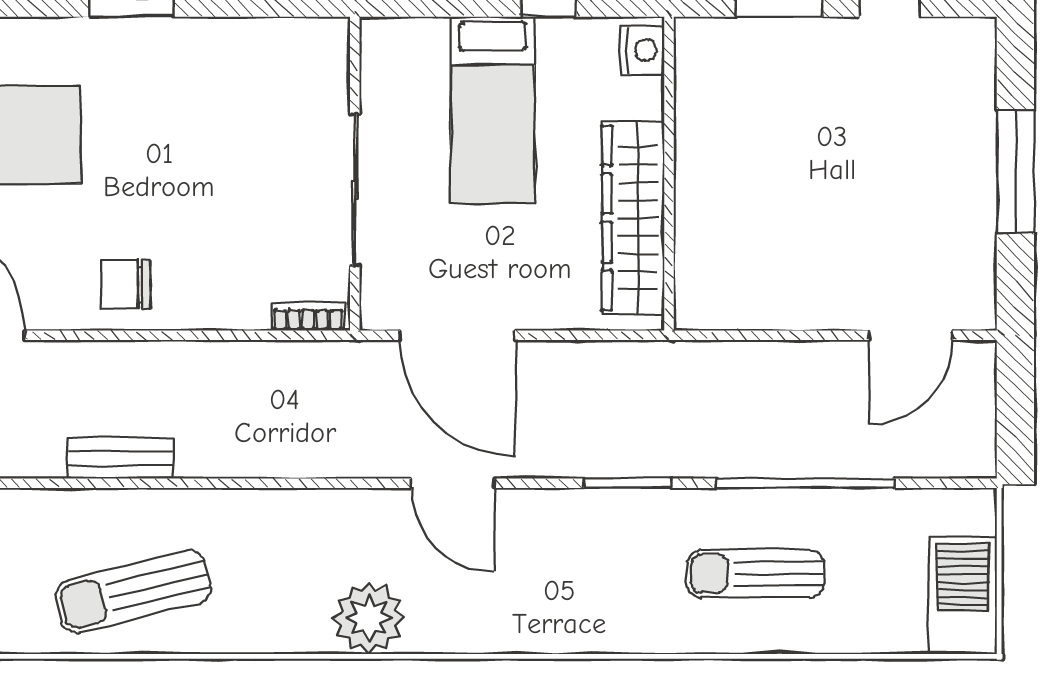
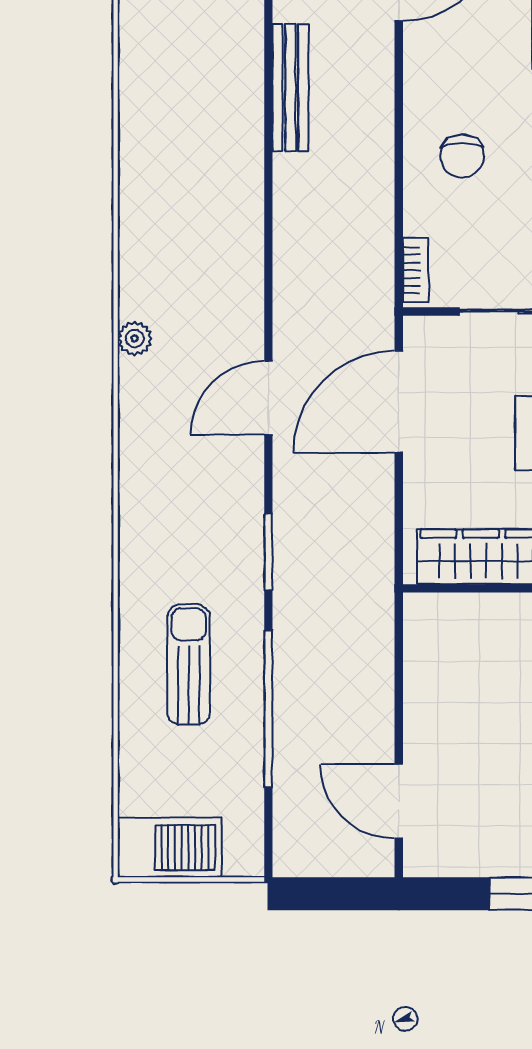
chair: (126, 284) -> (462, 156), moved, turned 180
bench: (120, 458) -> (290, 88), width x1.36
sun lounger: (133, 592) -> (173, 116), removed
plant: (369, 618) -> (135, 339), width x0.53, depth x0.53

